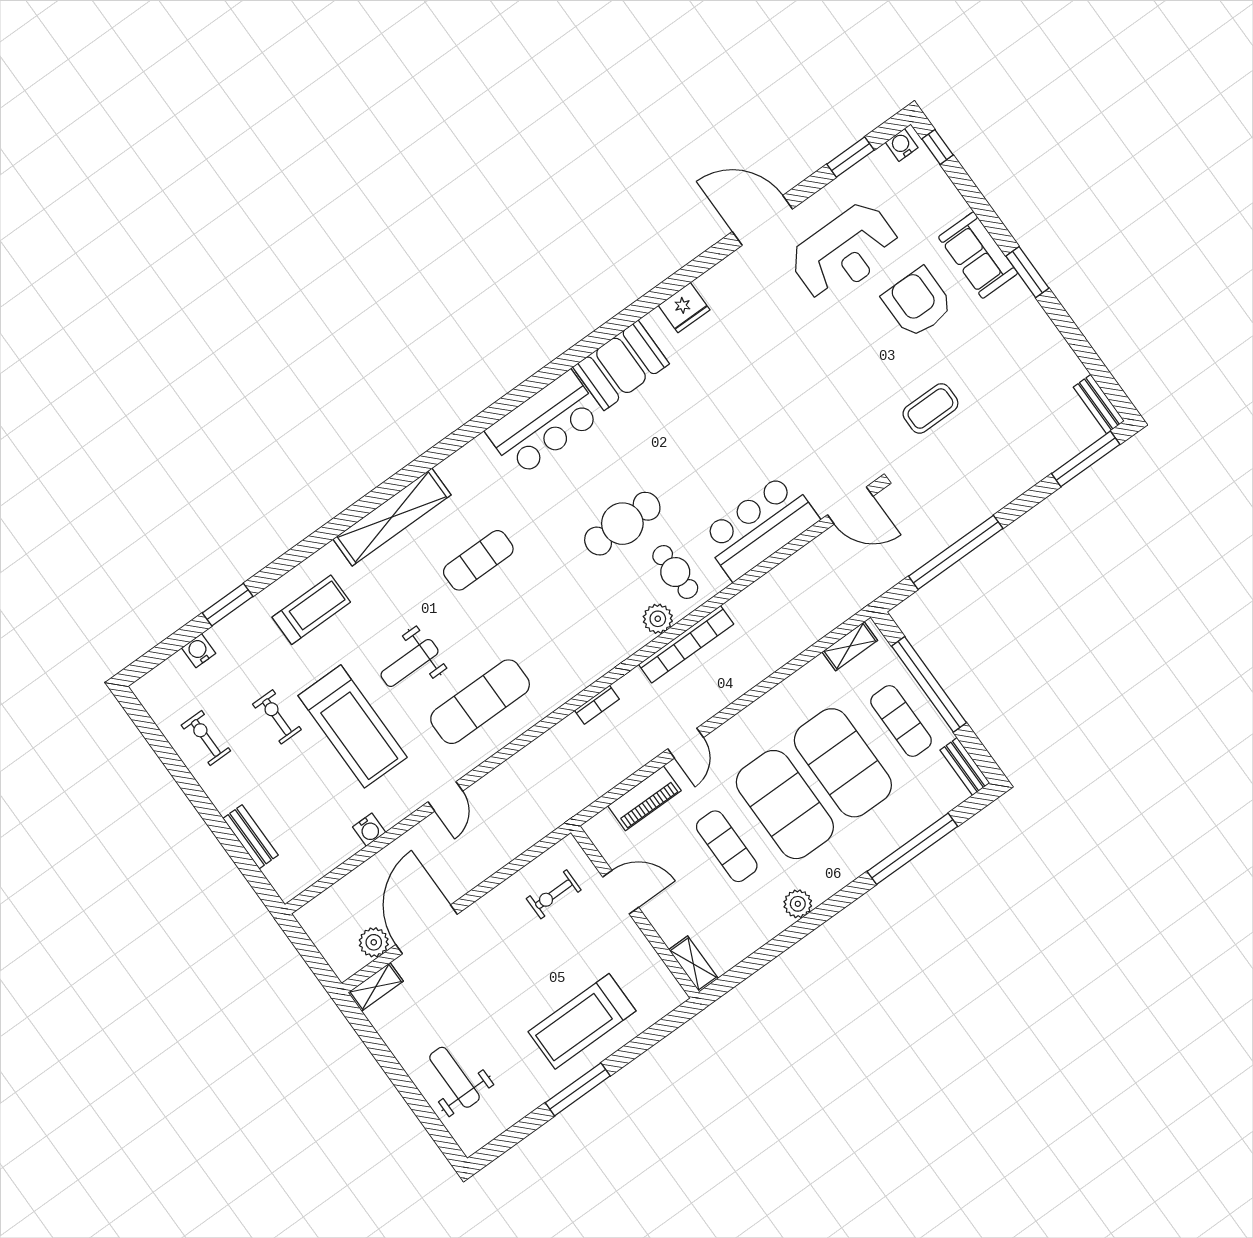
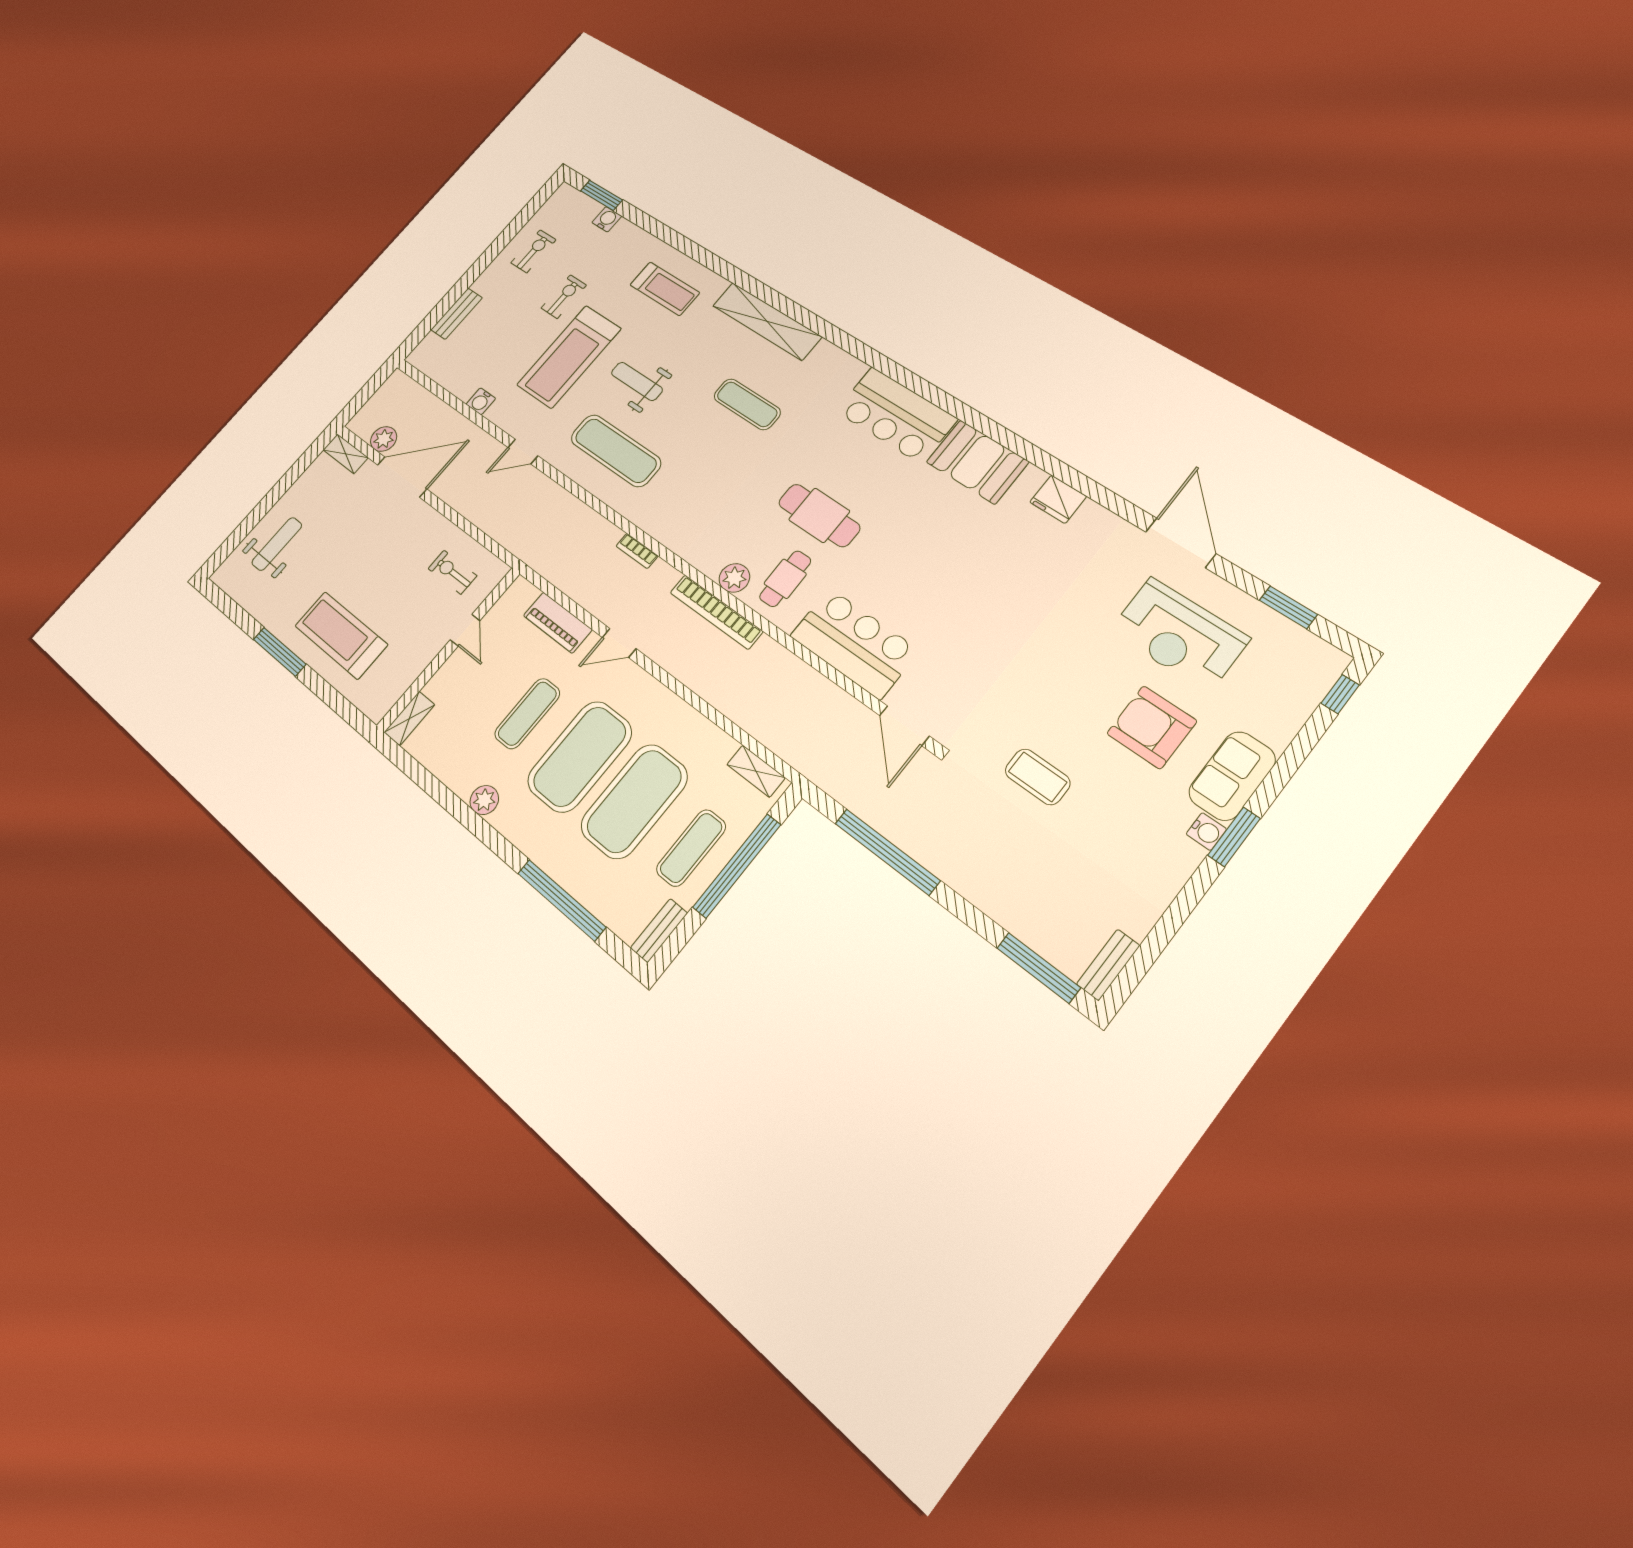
water cooler: (902, 145) -> (1206, 832), moved, turned 90
armchair: (918, 303) -> (1152, 727), turned -90
window: (228, 605) -> (602, 195), moved
door: (621, 892) -> (465, 630), width x0.73

